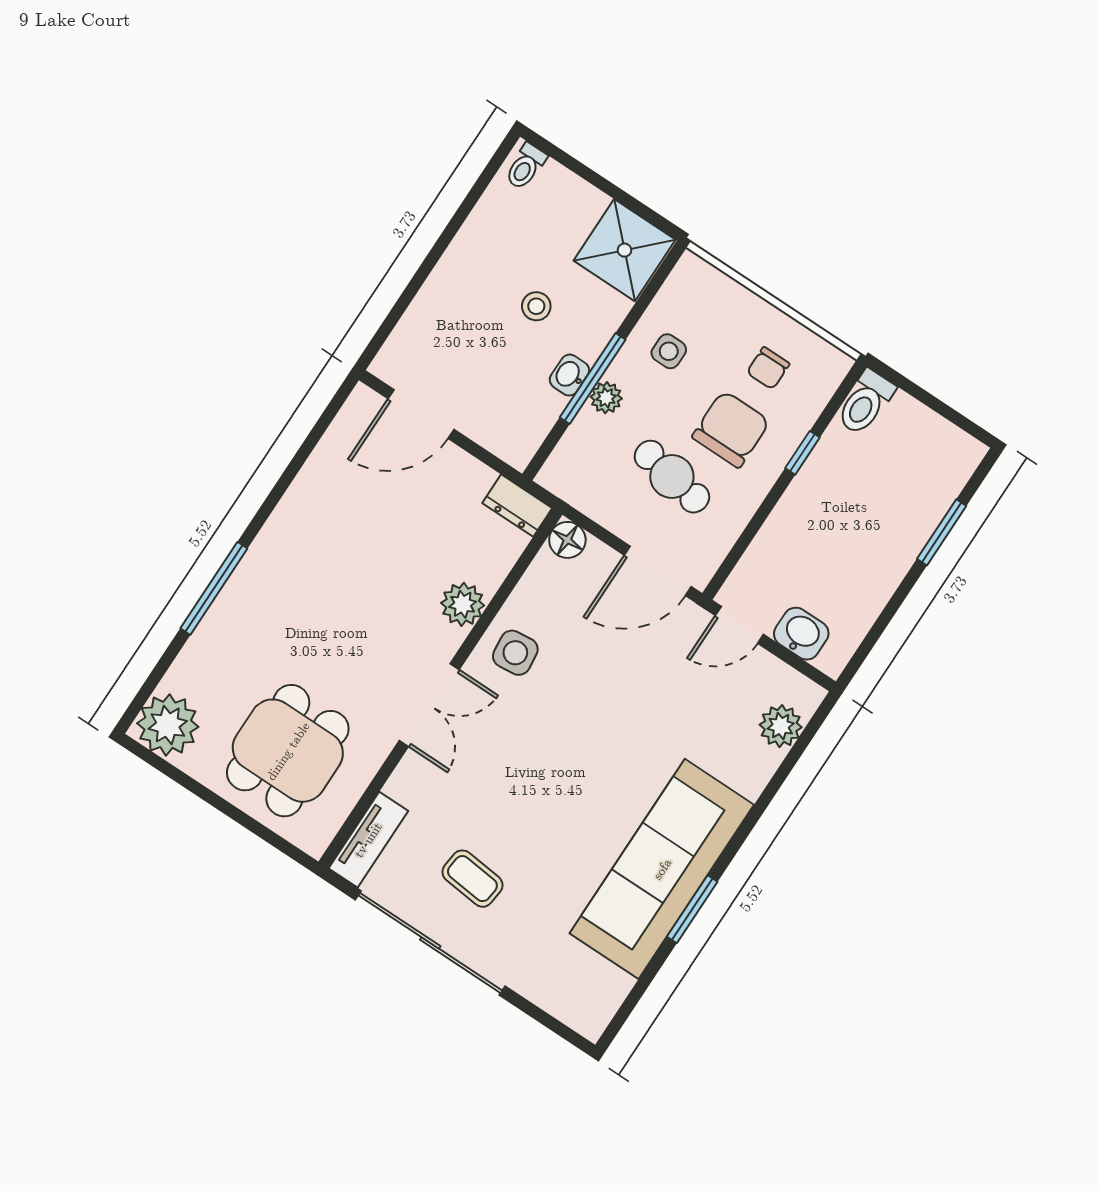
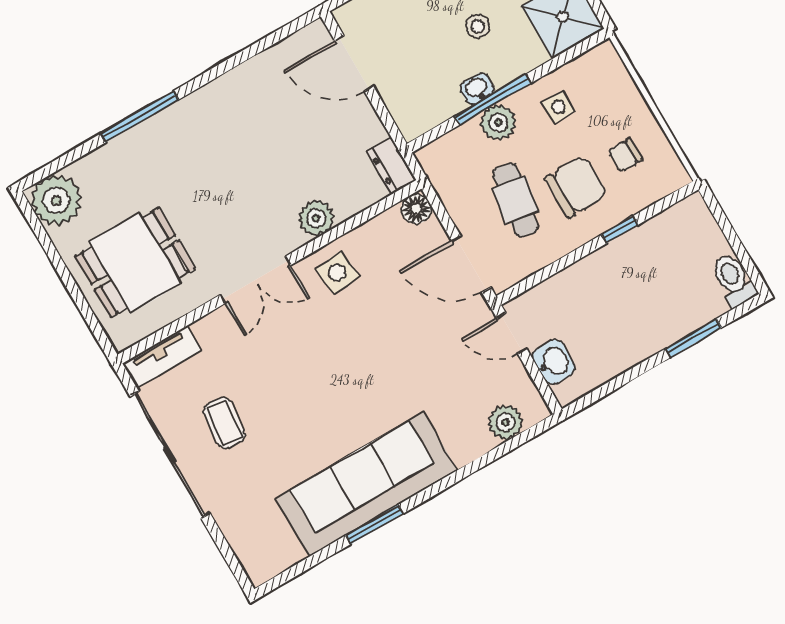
plant: (606, 398) -> (498, 123), width x1.38, depth x1.38
toilet: (865, 402) -> (733, 280), moved, turned 90

